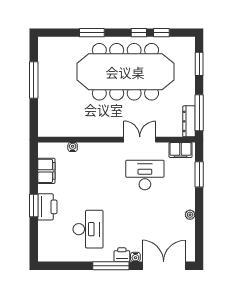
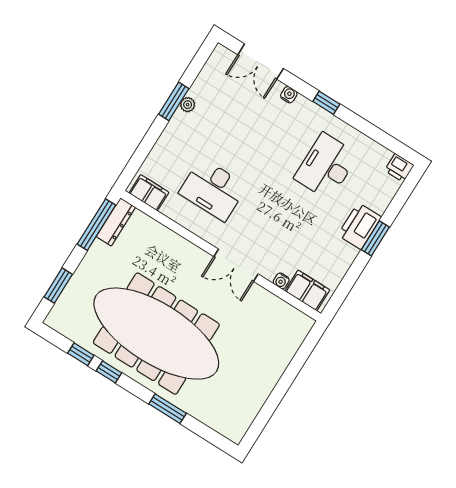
window: (34, 80) -> (277, 395), removed
double door: (140, 140) -> (236, 265), moved
filing cabinet: (46, 171) -> (307, 291), moved, turned 90
window: (199, 174) -> (174, 101), moved
printer: (122, 255) -> (399, 168), moved
window: (111, 266) -> (326, 103), width x0.46
double door: (164, 266) -> (261, 62), width x0.73

